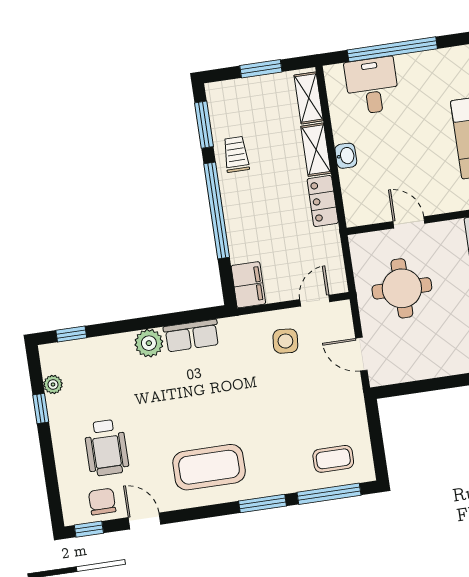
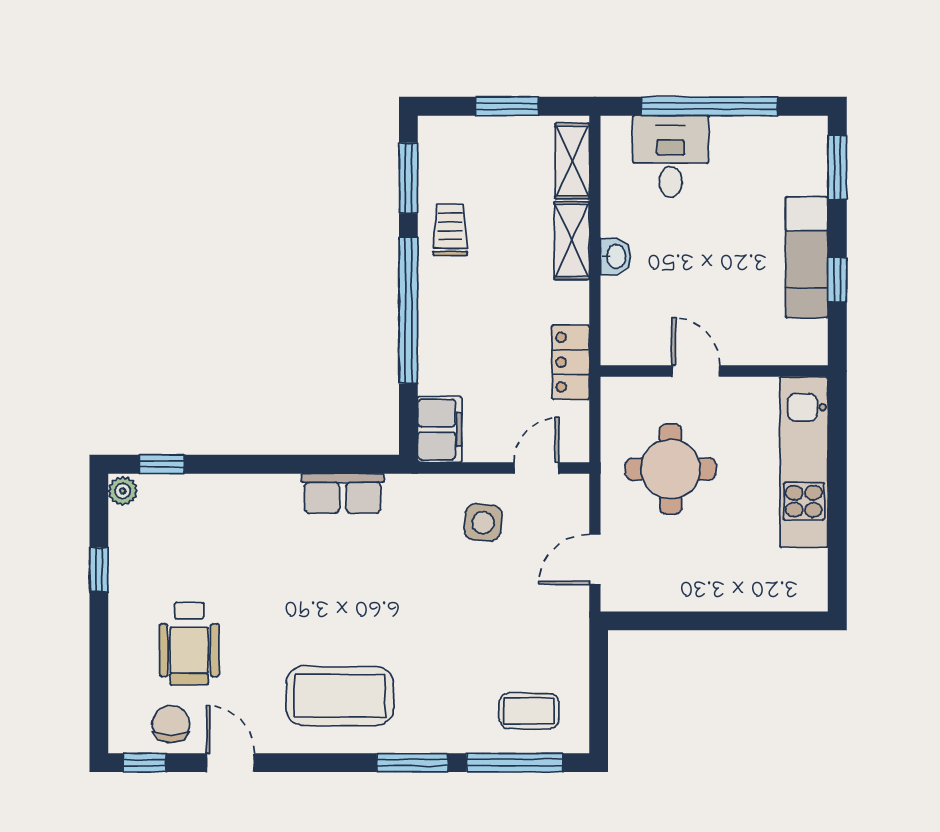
locker: (323, 201) -> (571, 362), moved
plant: (149, 343) -> (277, 495), removed
door: (361, 354) -> (595, 559), hinge flipped
plant: (53, 384) -> (123, 491), moved

